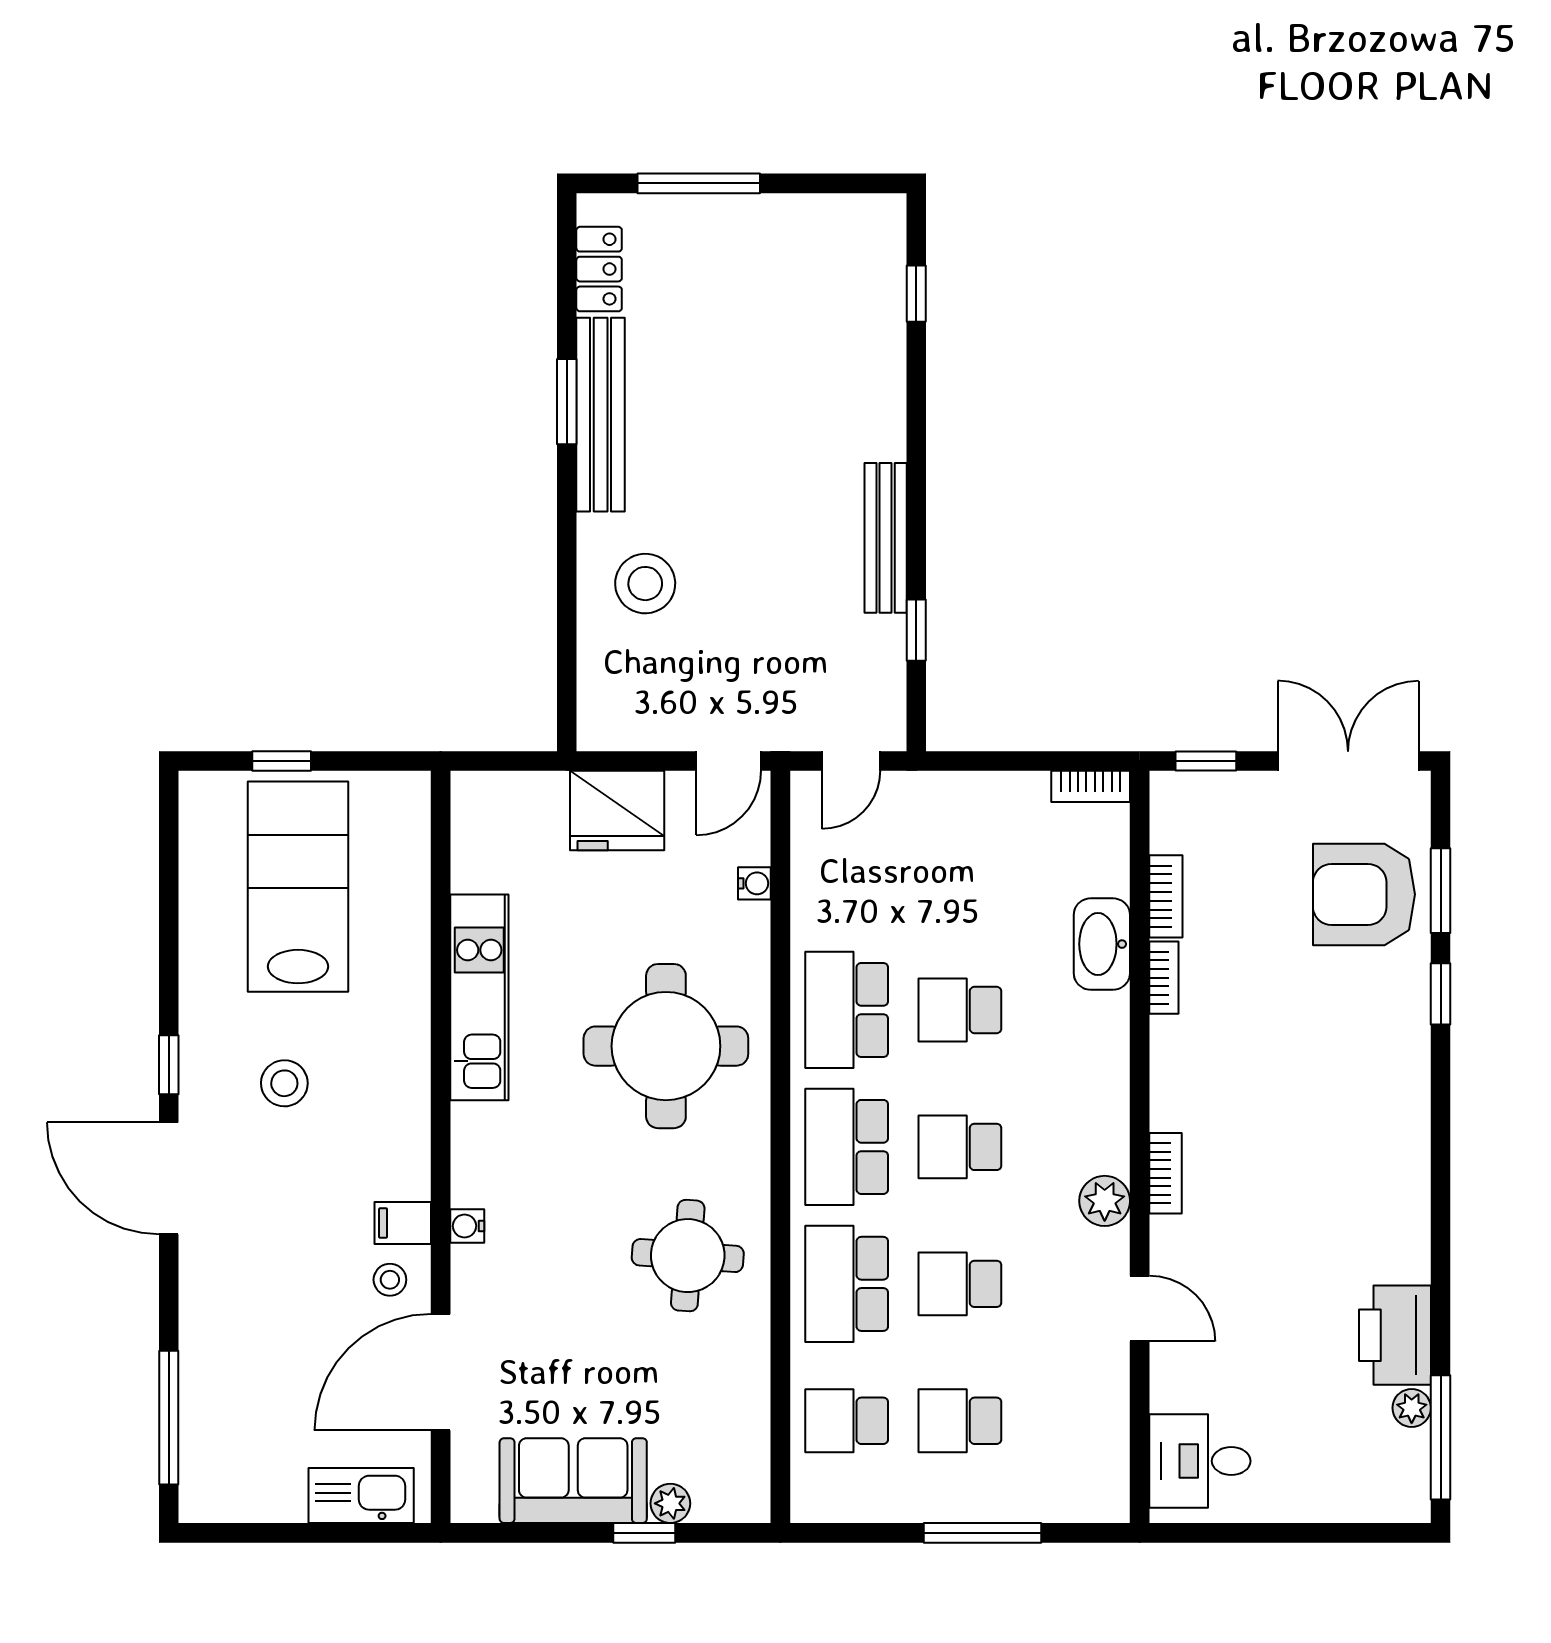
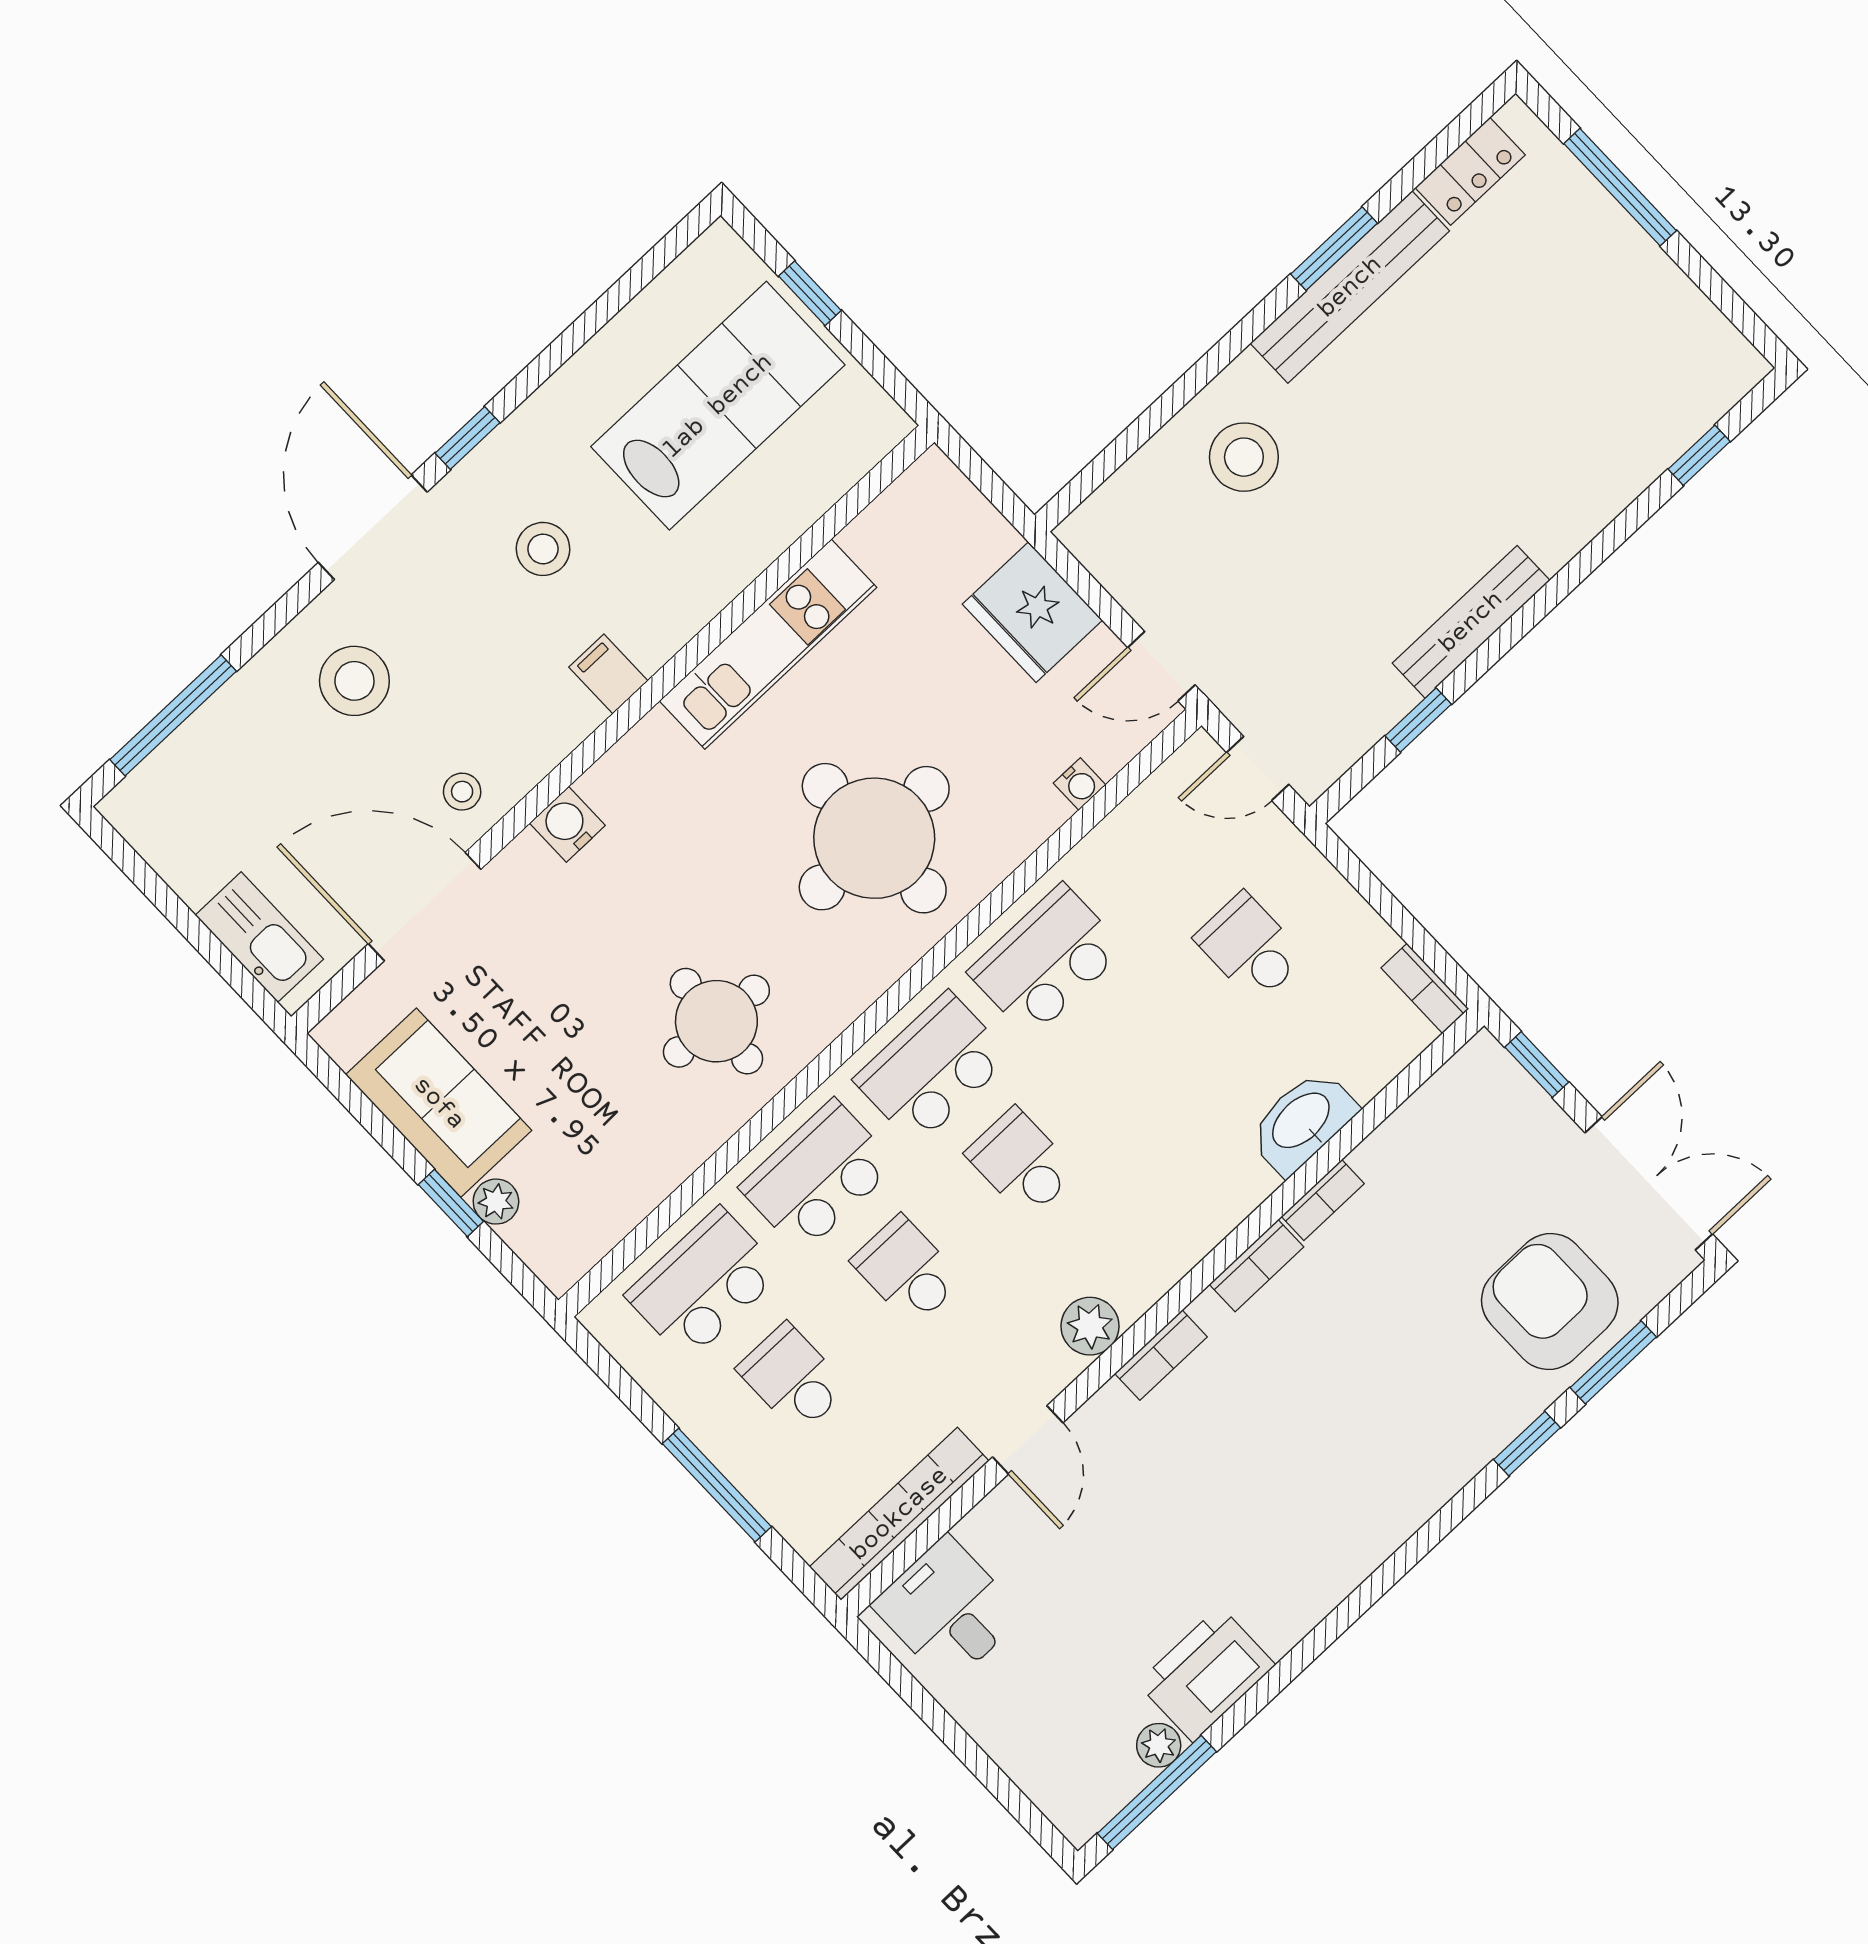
bookcase: (1166, 896) -> (1256, 1266), moved
school desk: (960, 1010) -> (1250, 947), moved
filing cabinet: (403, 1223) -> (608, 674), moved
water cooler: (467, 1226) -> (567, 824), width x1.38, depth x1.38
stool: (255, 1282) -> (354, 681), added
school desk: (847, 1421) -> (704, 1284), width x1.85
bookcase: (1110, 1434) -> (899, 1514), added

